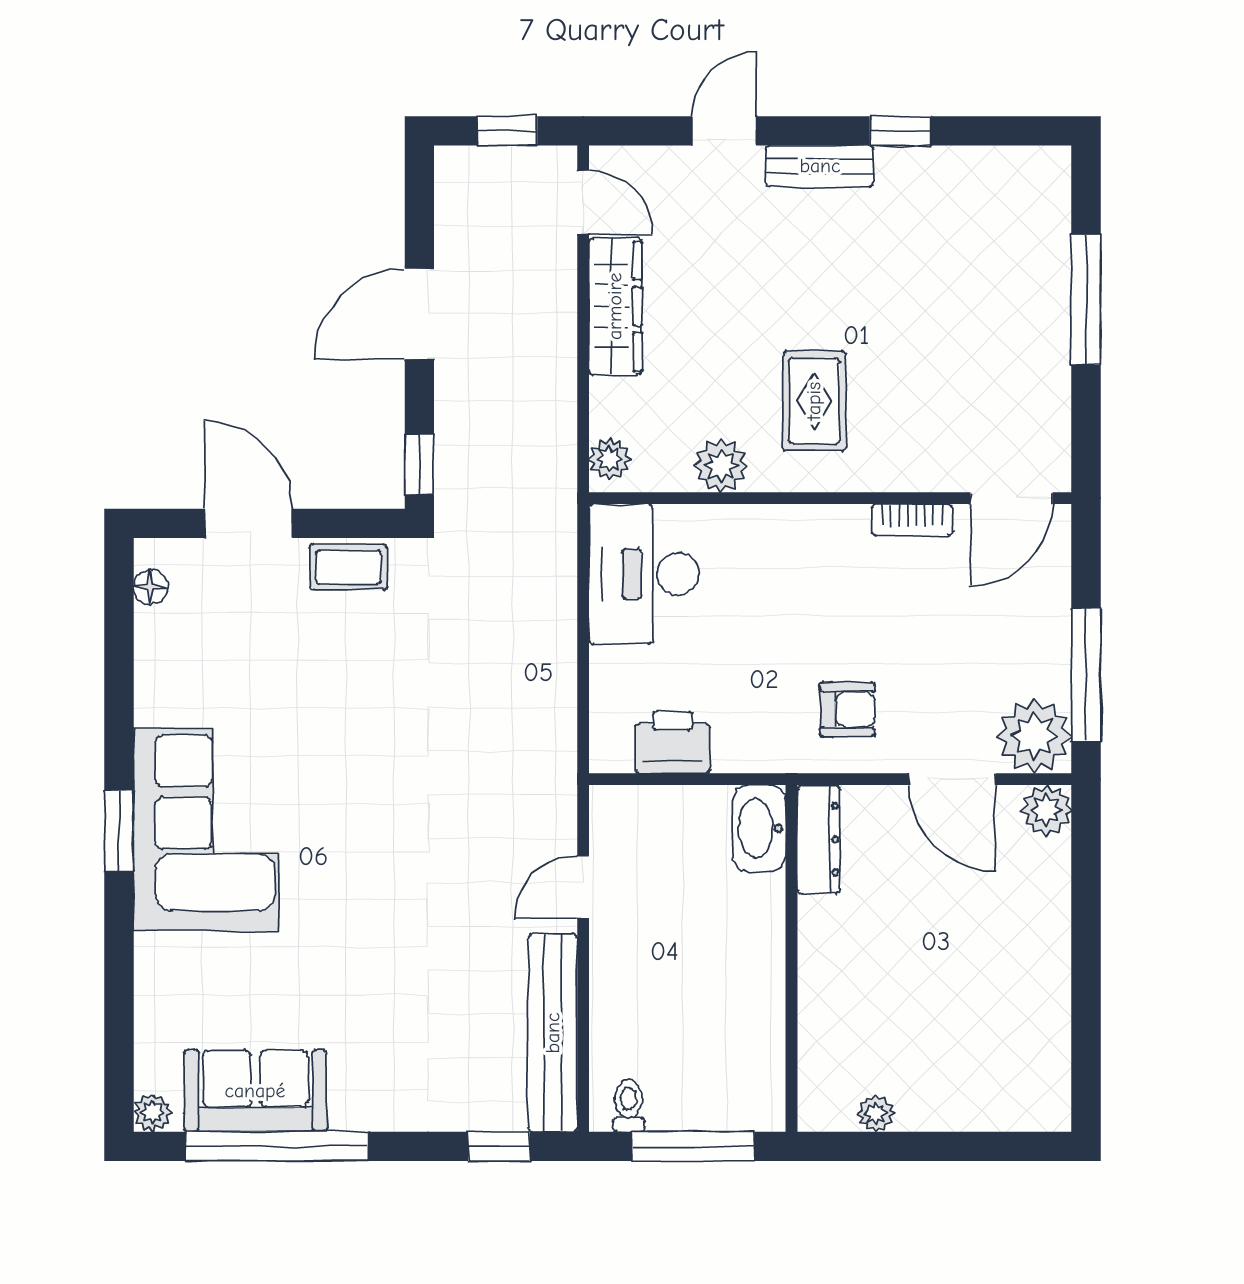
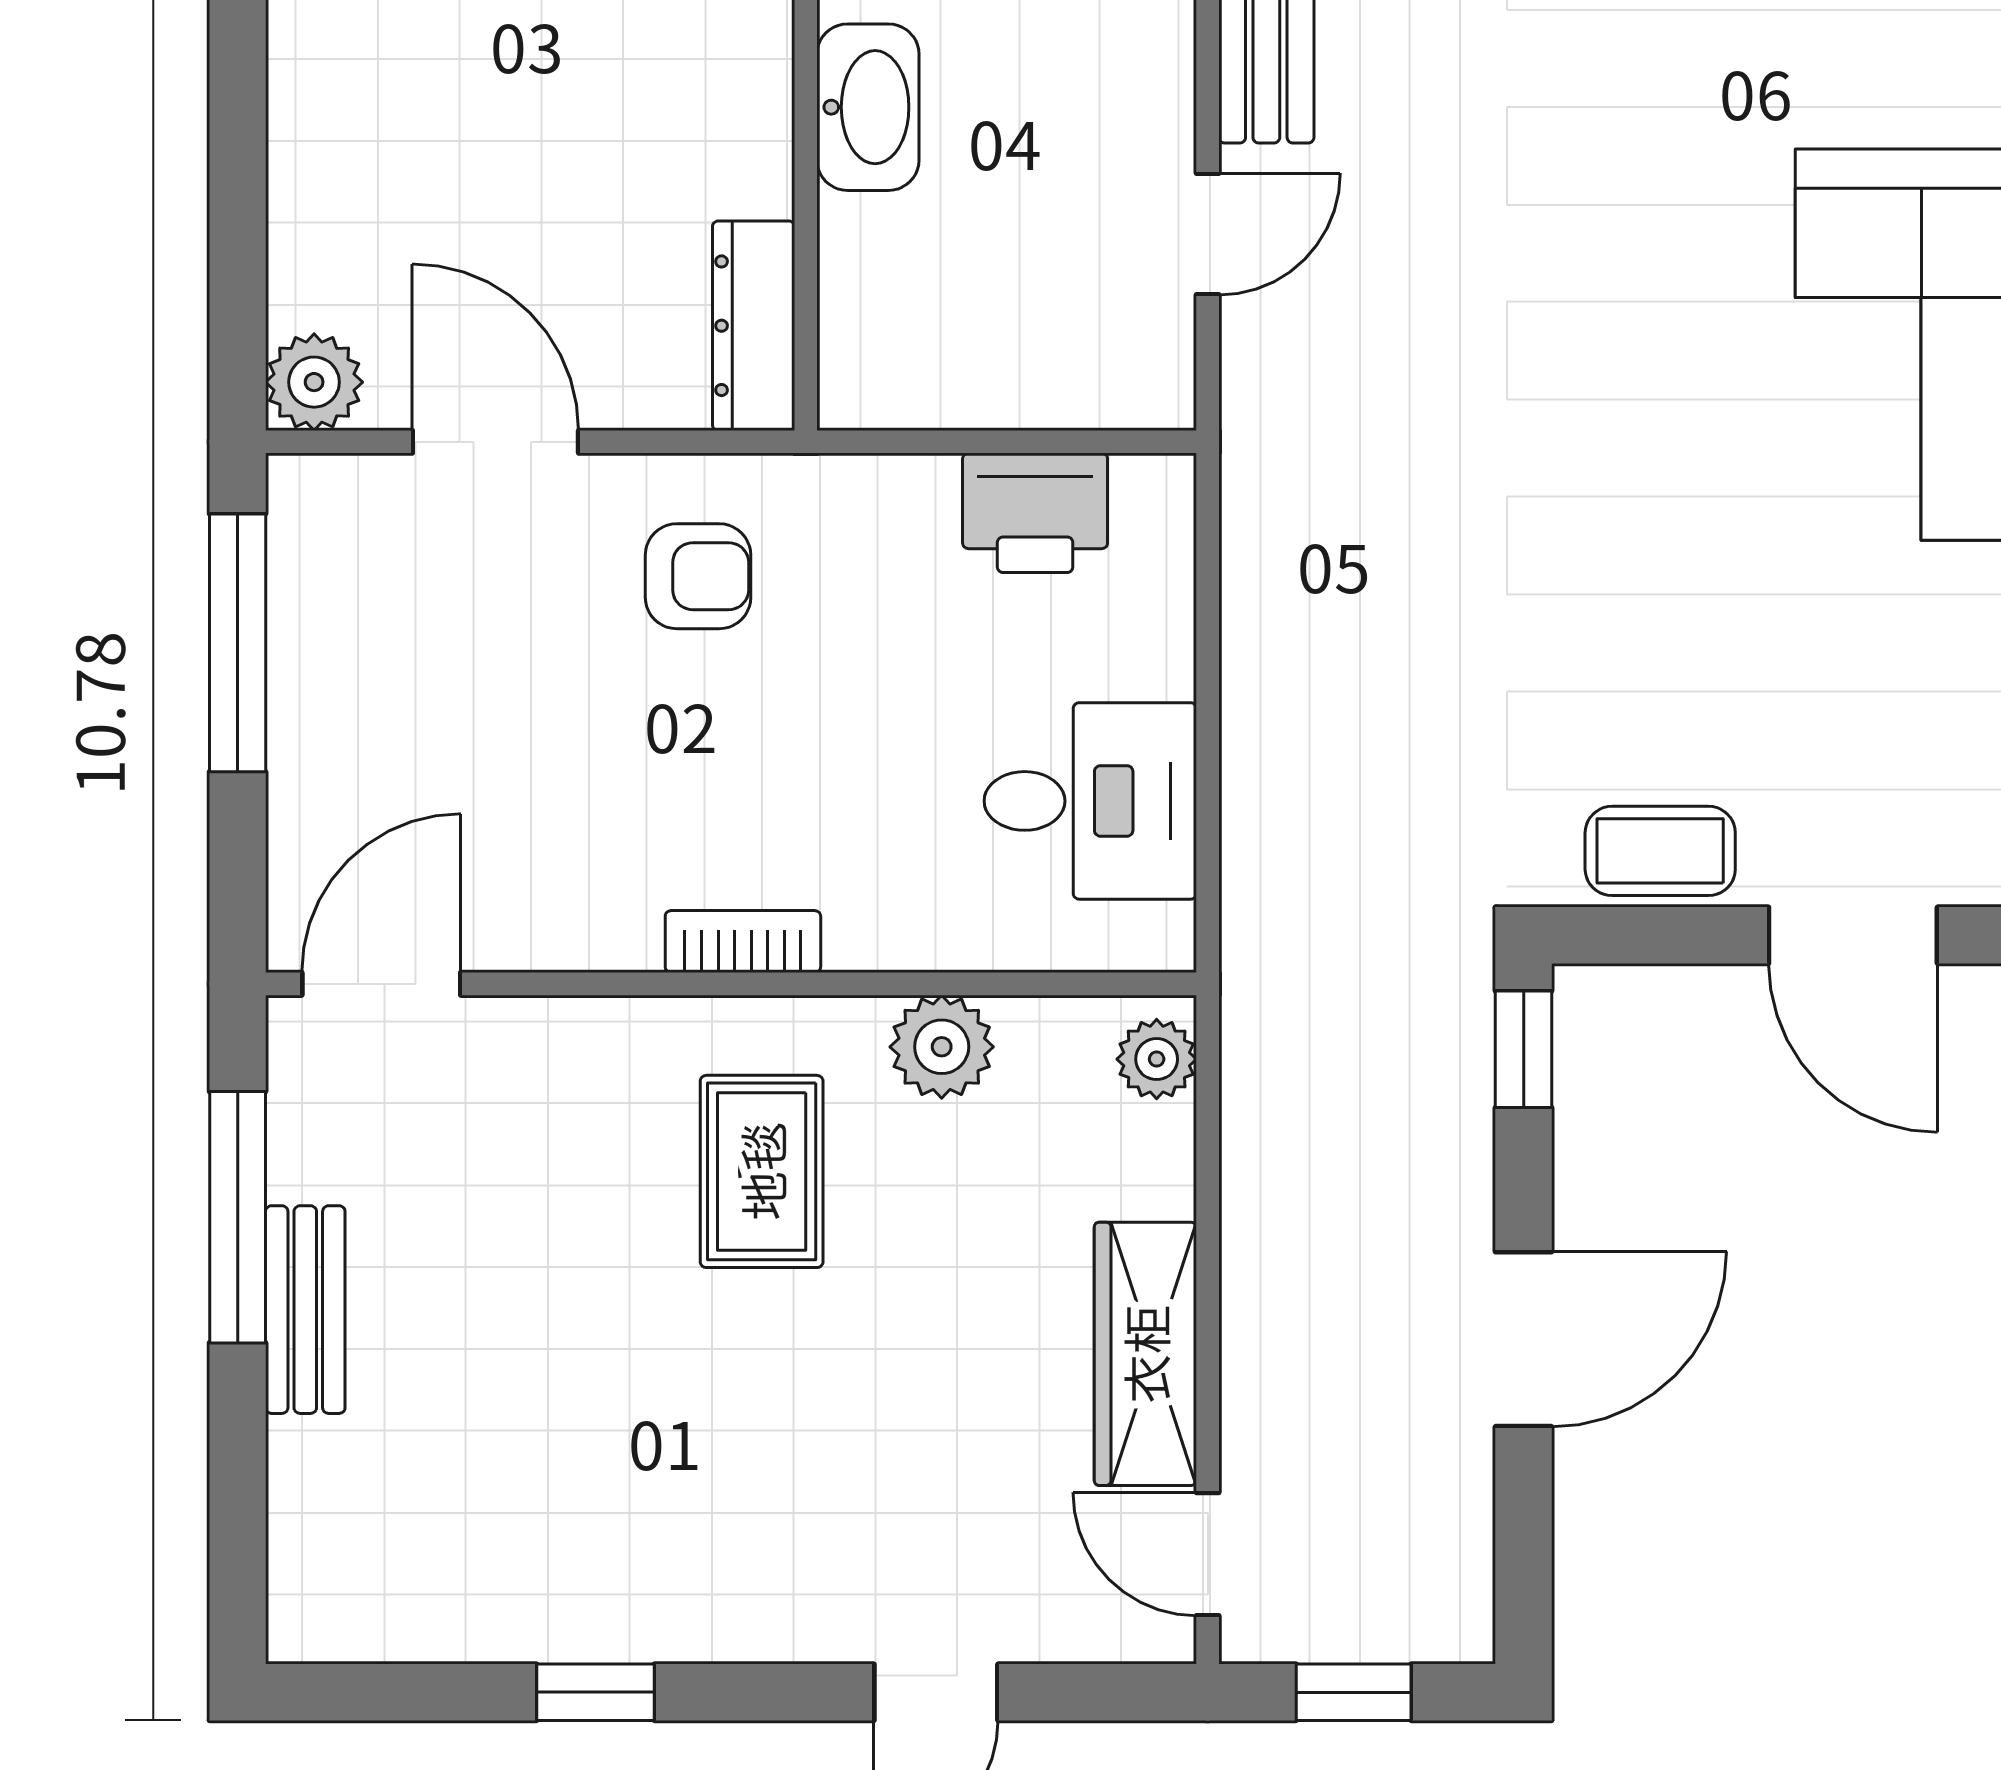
bench: (820, 166) -> (305, 1310), moved, turned 90
window: (1086, 300) -> (238, 1217), moved
bookcase: (912, 520) -> (743, 942), moved
desk: (644, 574) -> (1090, 801), width x0.73
armchair: (847, 709) -> (698, 576), turned 180
plant: (1034, 736) -> (338, 525), removed
washbasin: (759, 828) -> (868, 107), moved

